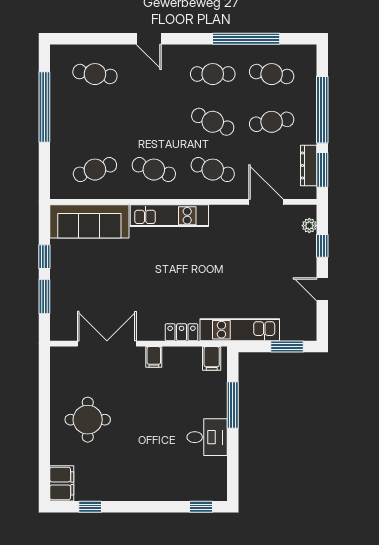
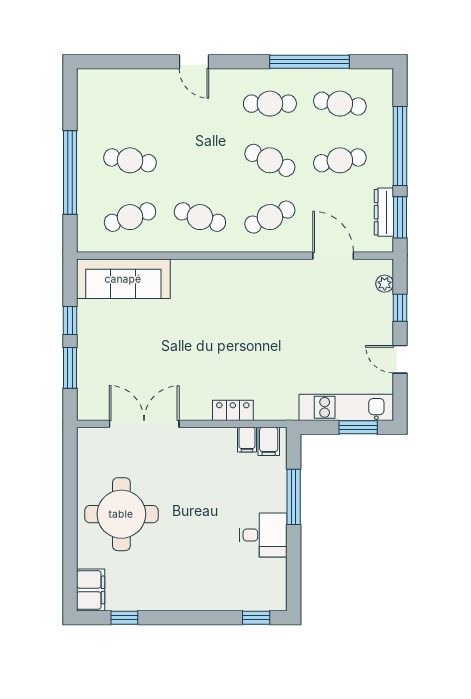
cafe table: (95, 74) -> (130, 160), moved
window: (44, 107) -> (70, 173), moved
cafe table: (213, 170) -> (270, 217), turned -42
kitchen unit: (169, 216) -> (218, 272), removed
kitchen unit: (240, 330) -> (346, 407), moved
filing cabinet: (154, 357) -> (247, 440), moved
round table: (88, 420) -> (121, 514), width x1.36, depth x1.36

